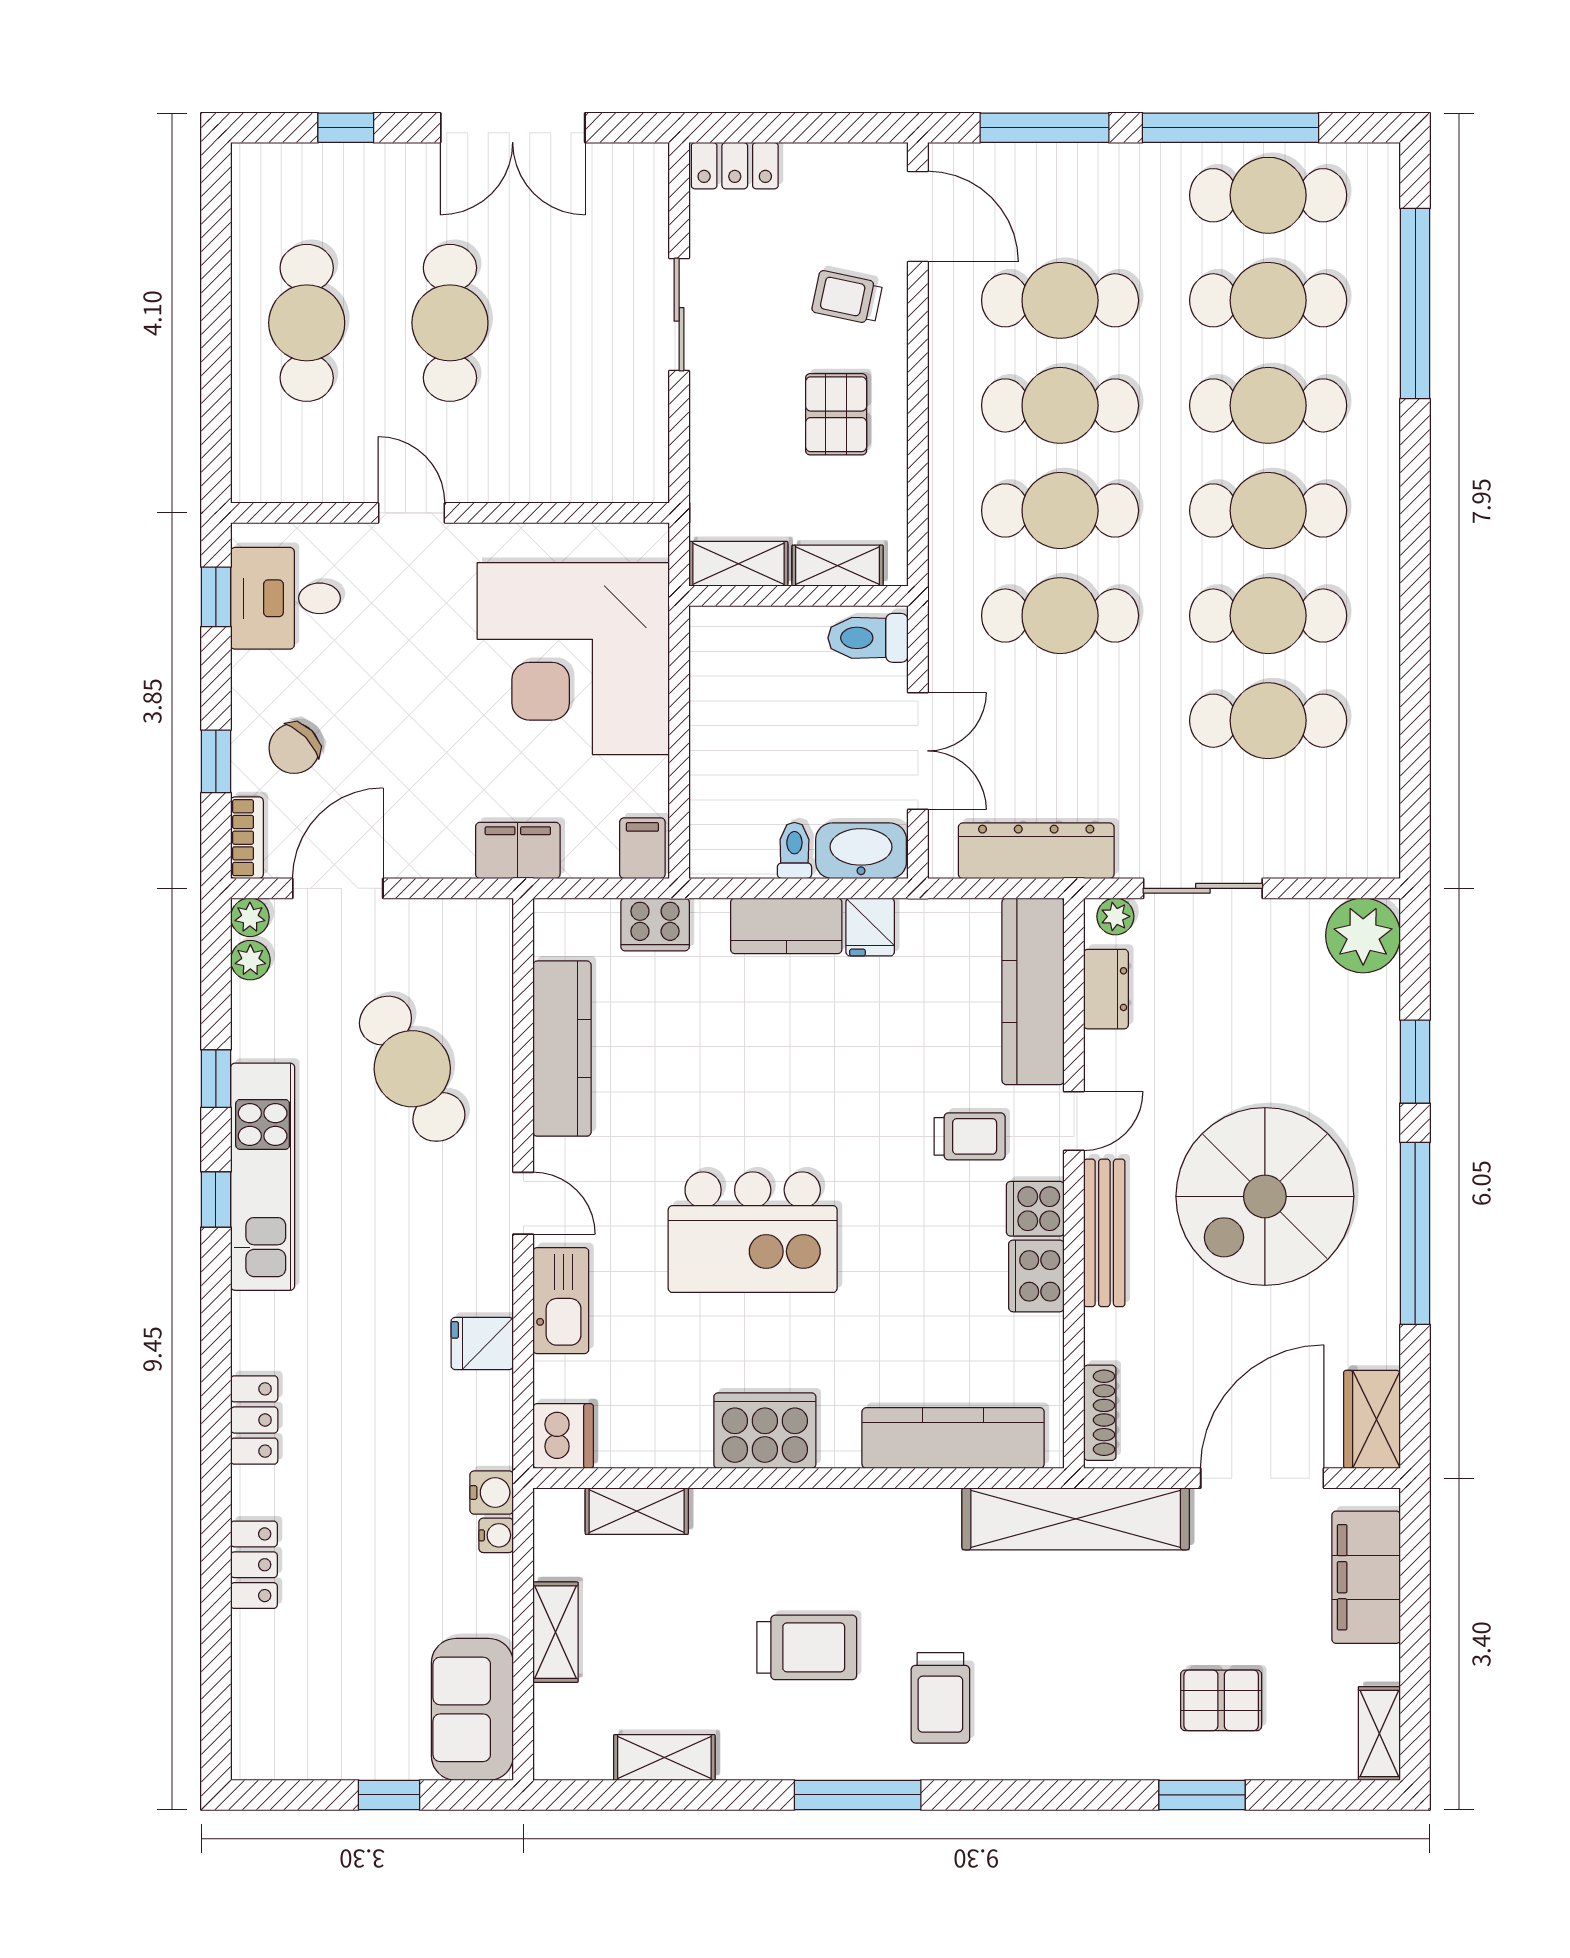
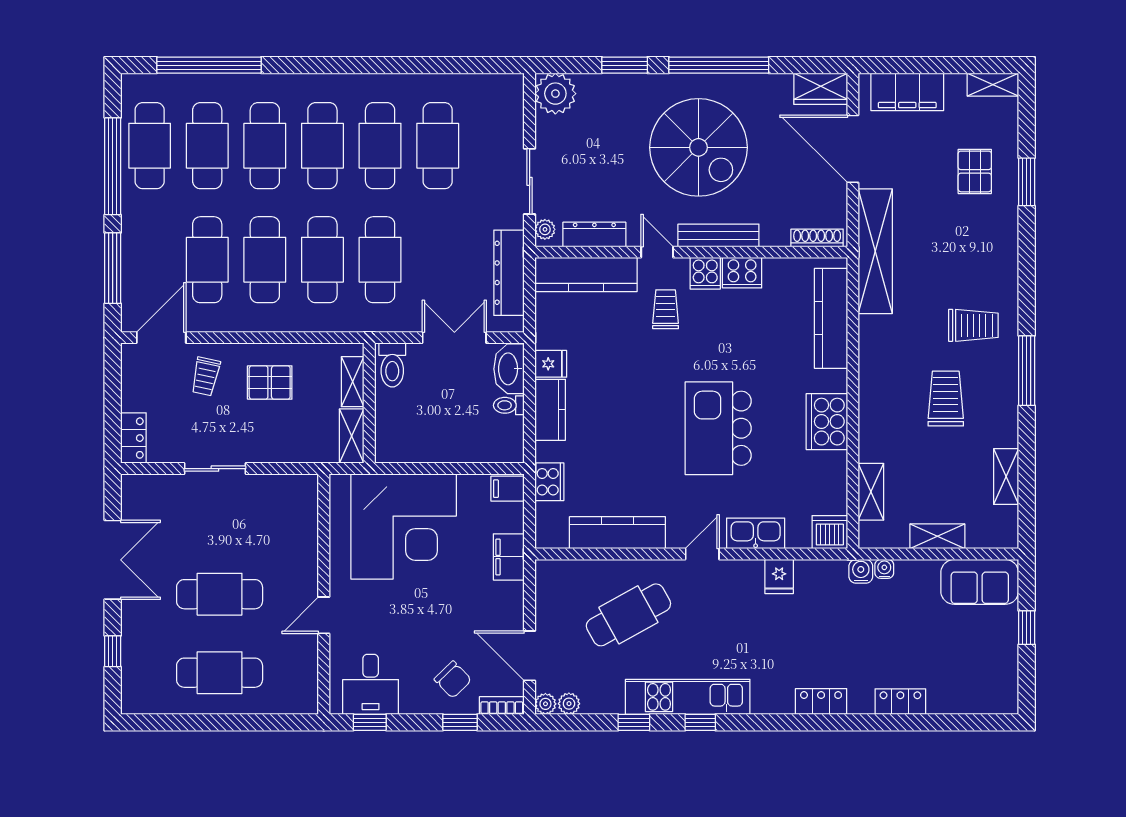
dresser: (1106, 989) -> (594, 234), width x1.44
kitchen island: (753, 1232) -> (718, 428), turned 180

